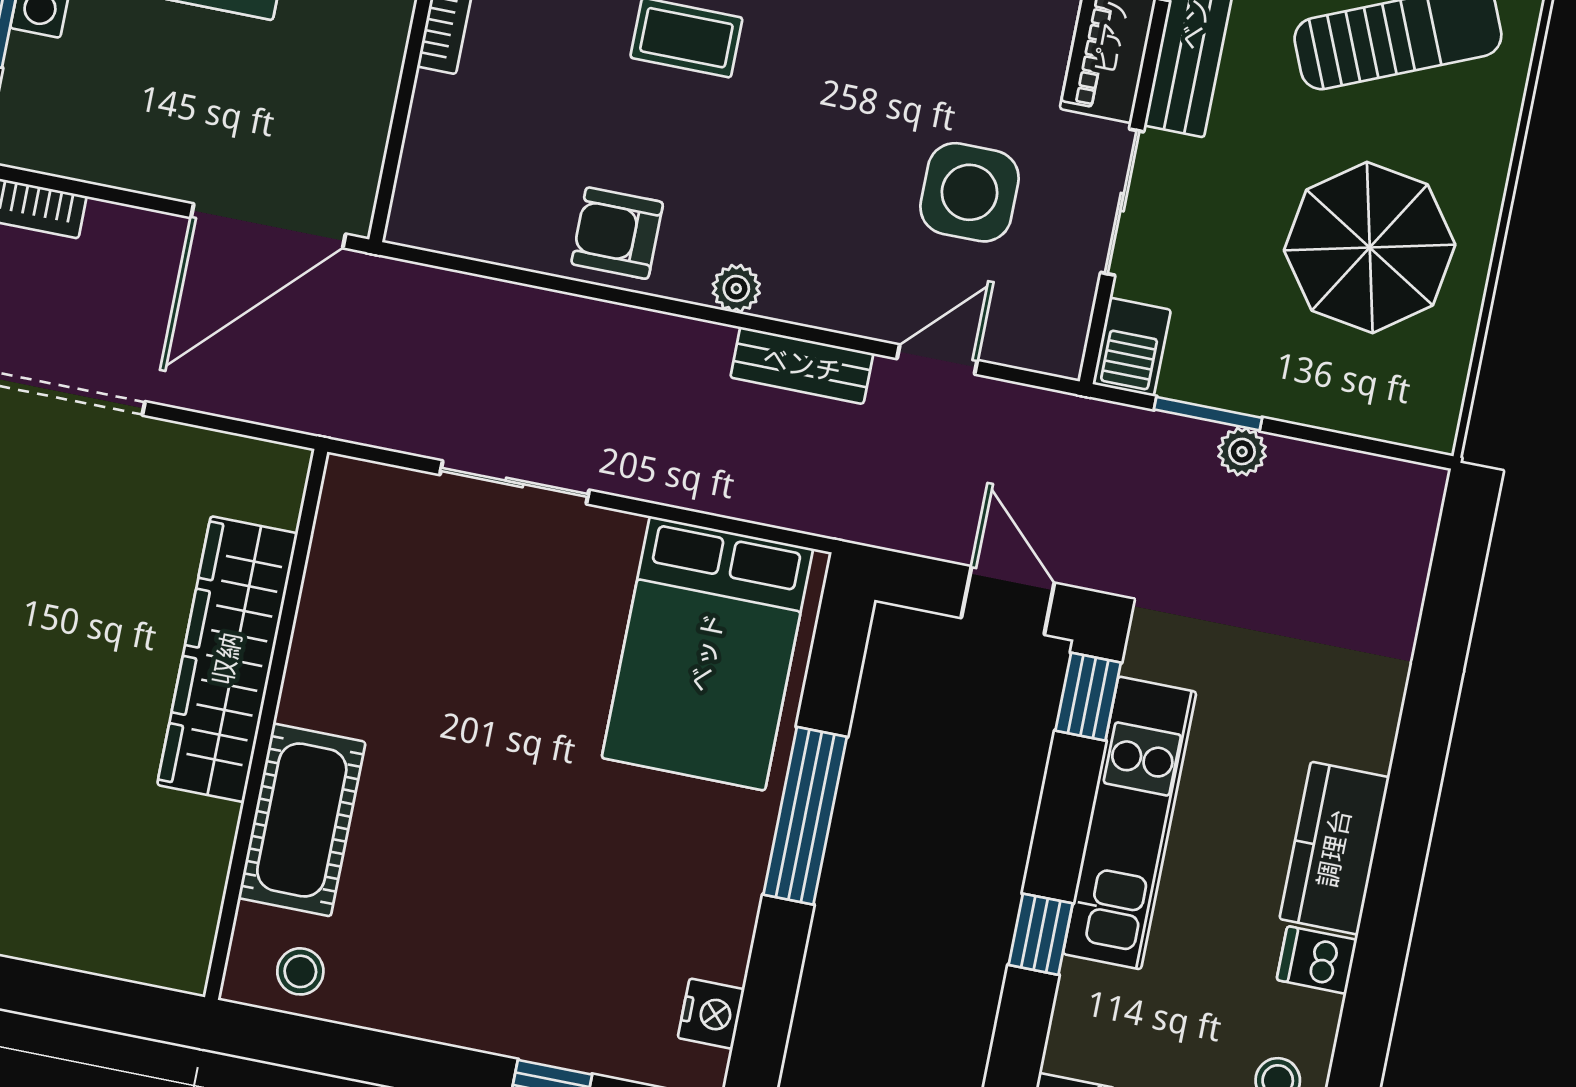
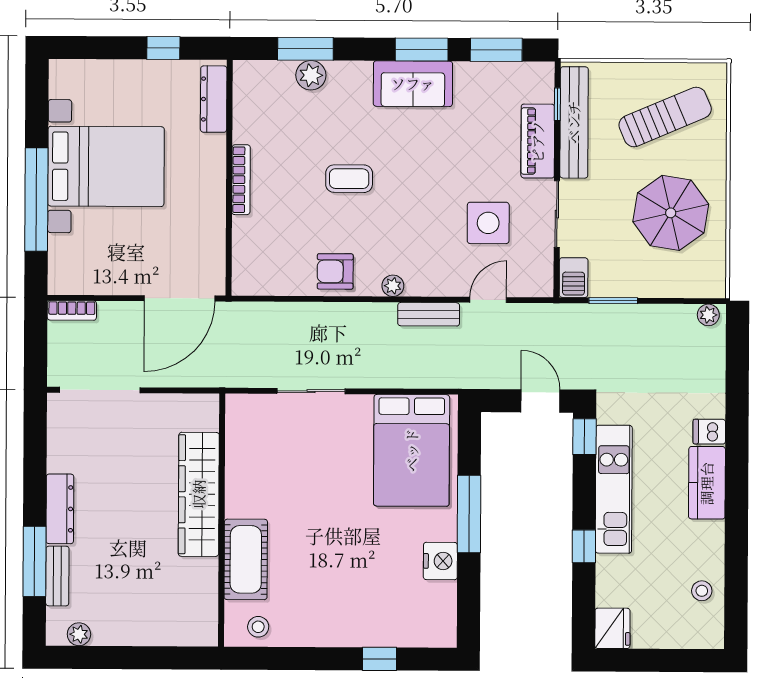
plant: (1242, 452) -> (708, 315), moved
dishwasher: (1317, 960) -> (709, 432), moved
nightstand: (711, 1014) -> (440, 561), moved, width x1.36, depth x1.33

